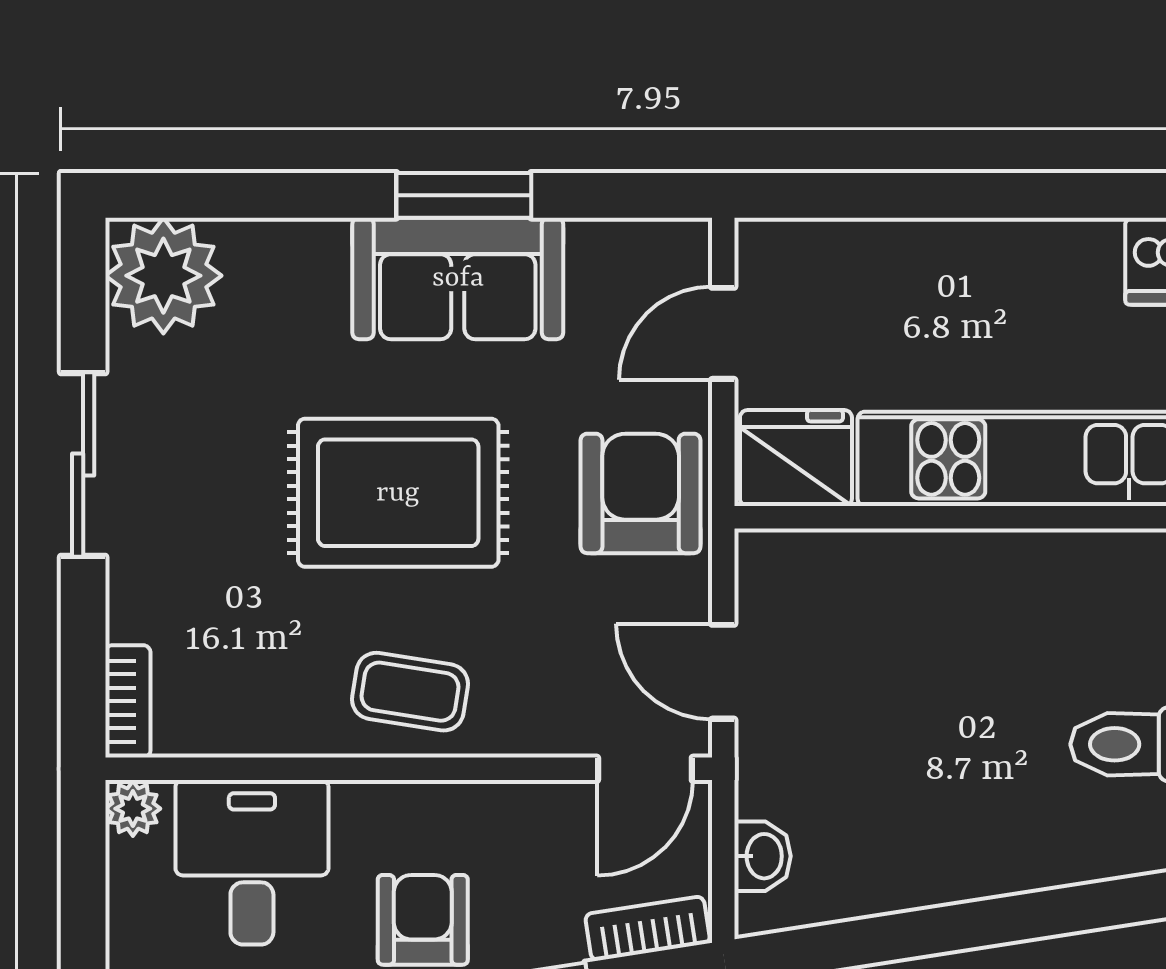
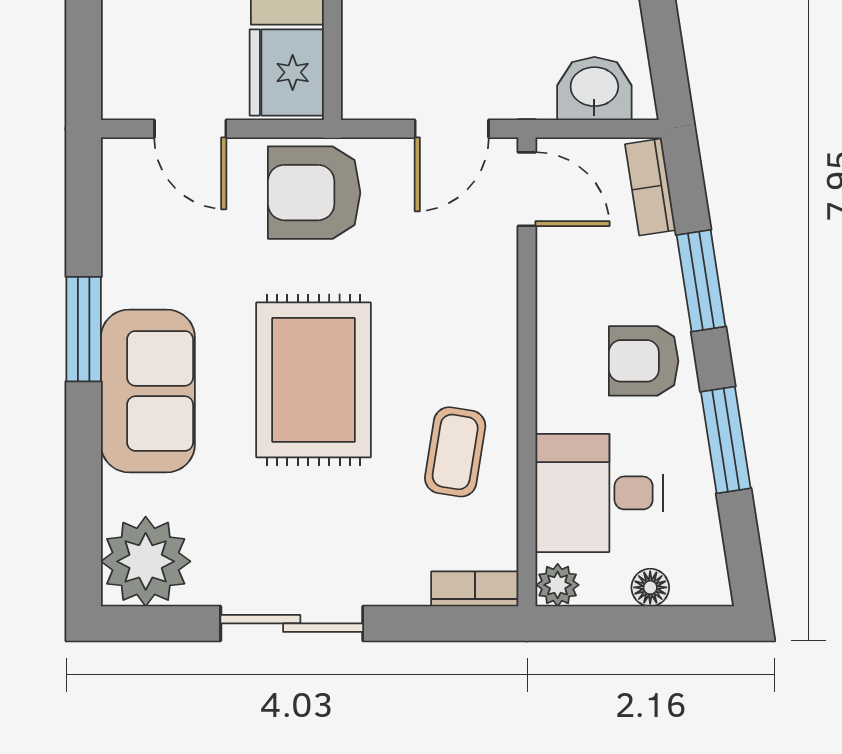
sofa: (458, 278) -> (148, 391), moved
coffee table: (410, 692) -> (455, 452), moved
washbasin: (763, 856) -> (594, 89), width x1.38, depth x1.45
floor lamp: (130, 928) -> (650, 587), added

